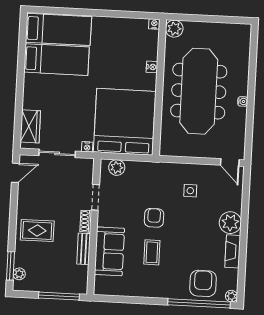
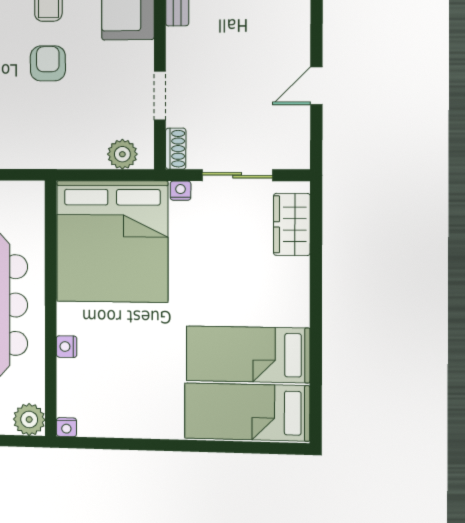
door: (15, 173) -> (316, 86), moved
armchair: (154, 218) -> (48, 63), turned 180
shoe rack: (86, 221) -> (176, 149), moved
rug: (37, 230) -> (268, 25), removed

